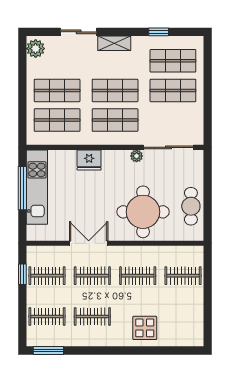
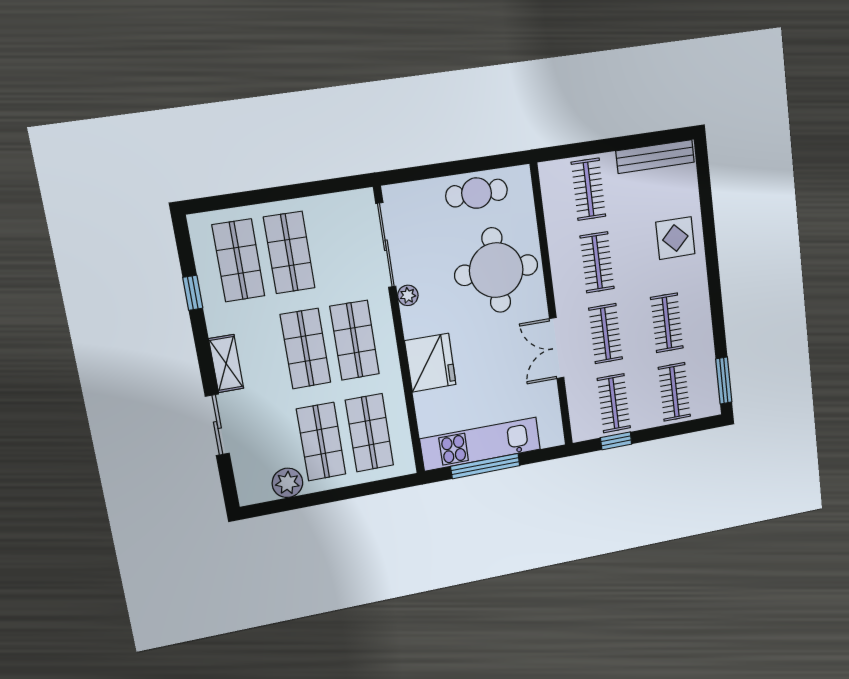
plant: (36, 49) -> (287, 483), moved
fridge: (89, 160) -> (430, 363), width x1.36, depth x1.34
bench: (197, 320) -> (655, 157), added

